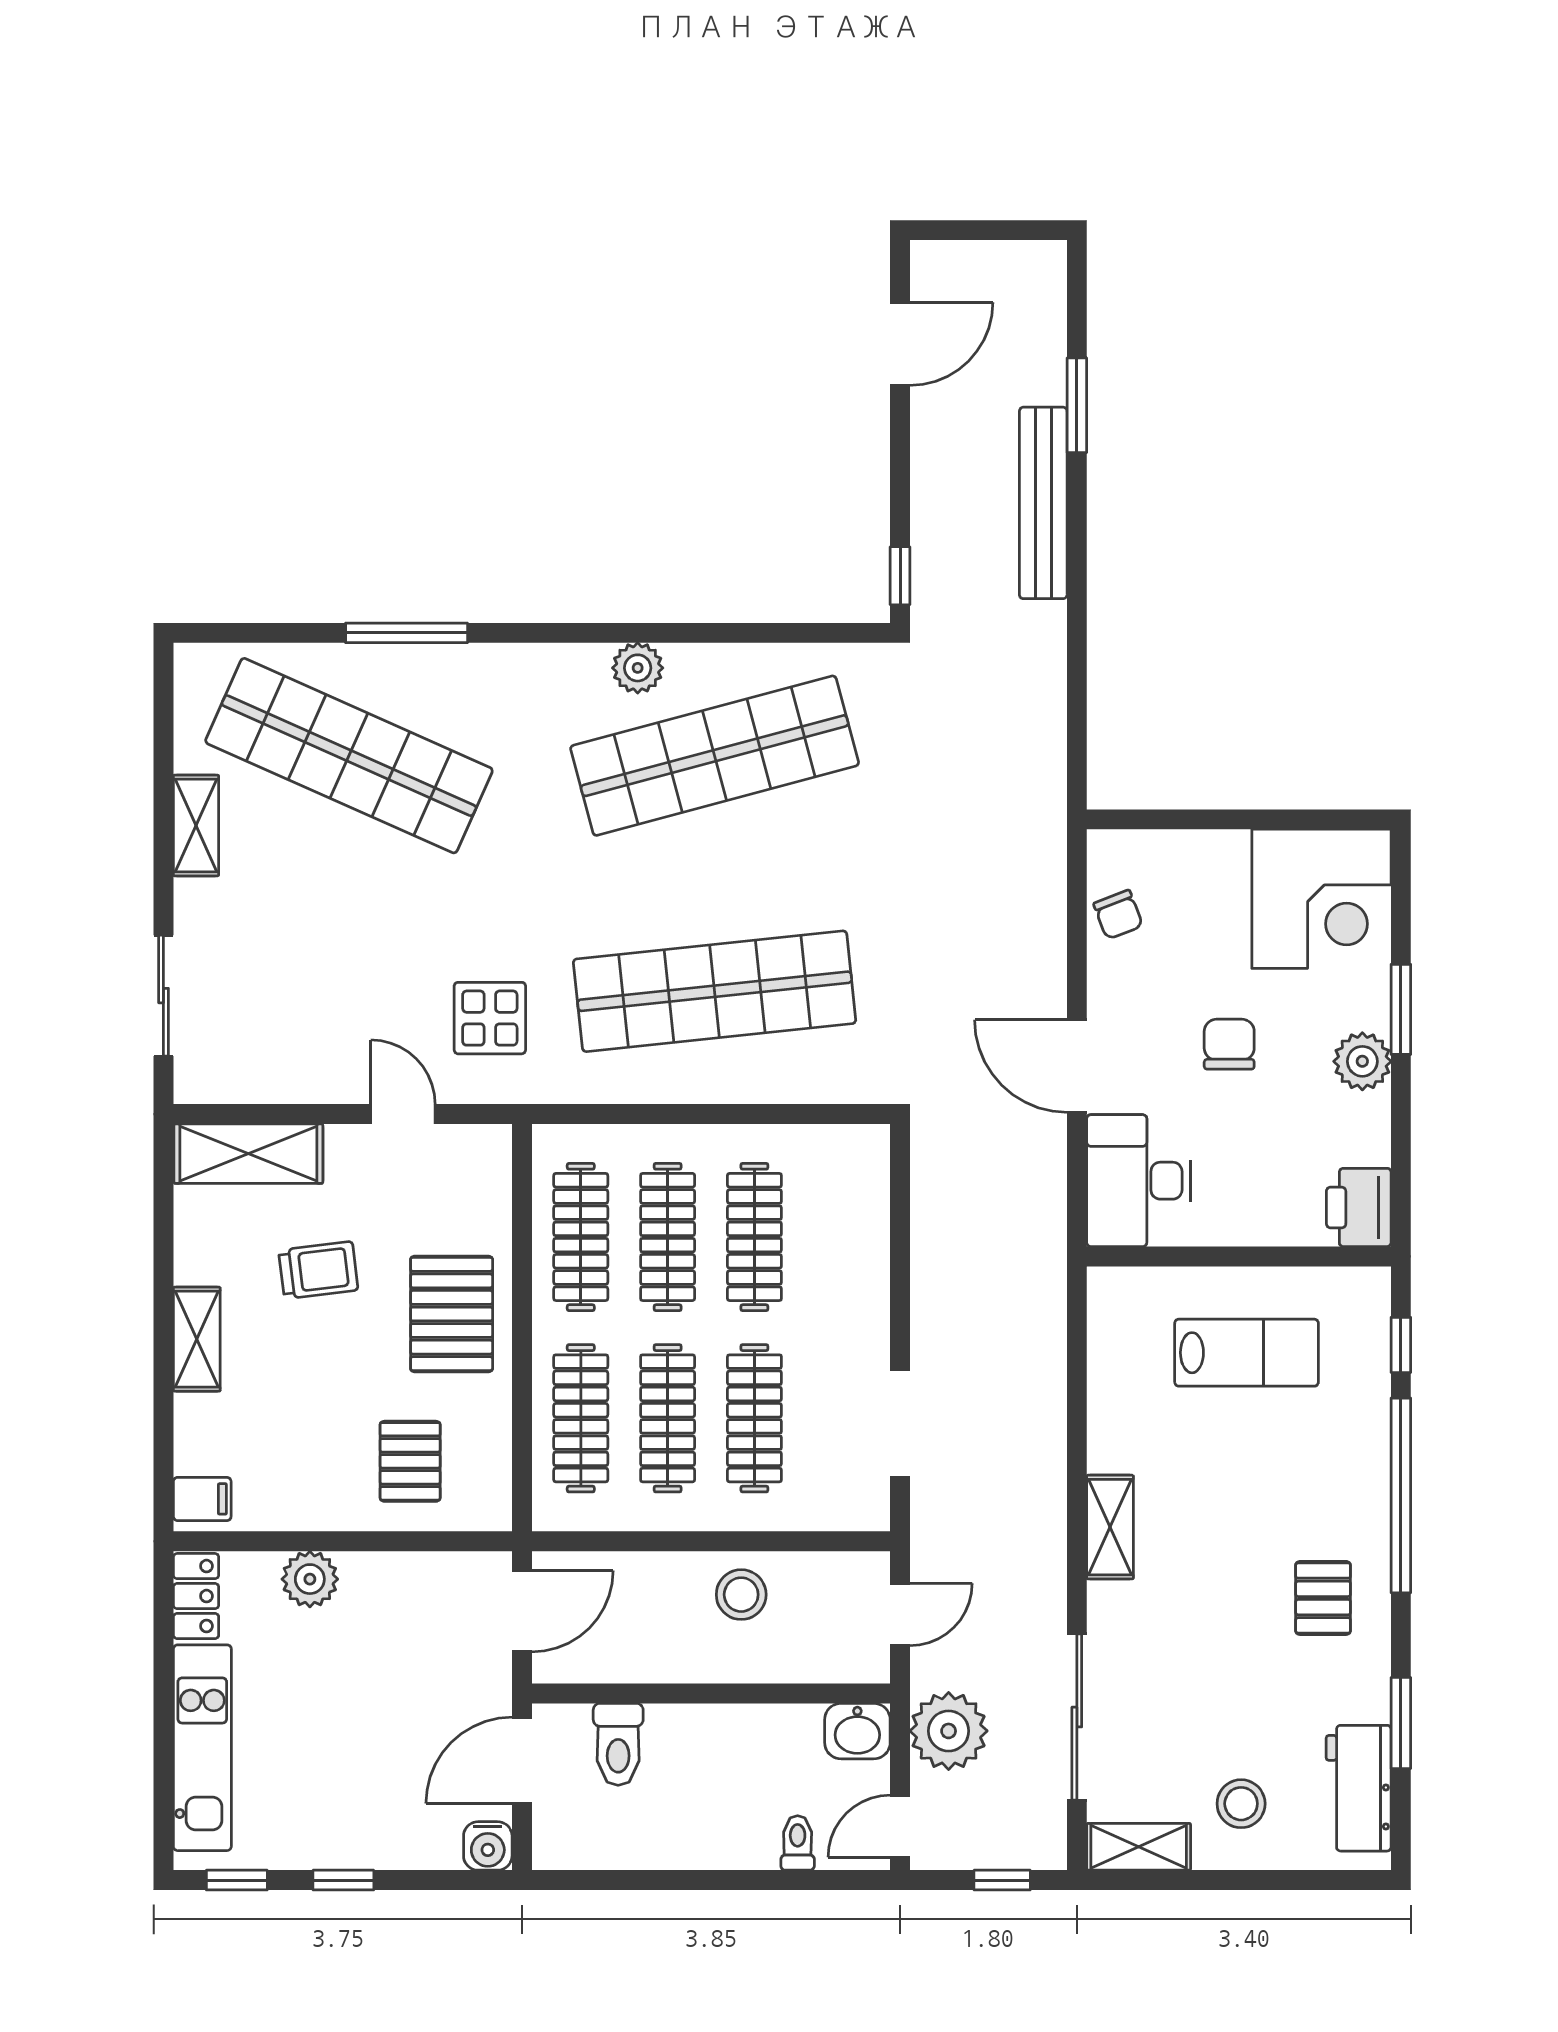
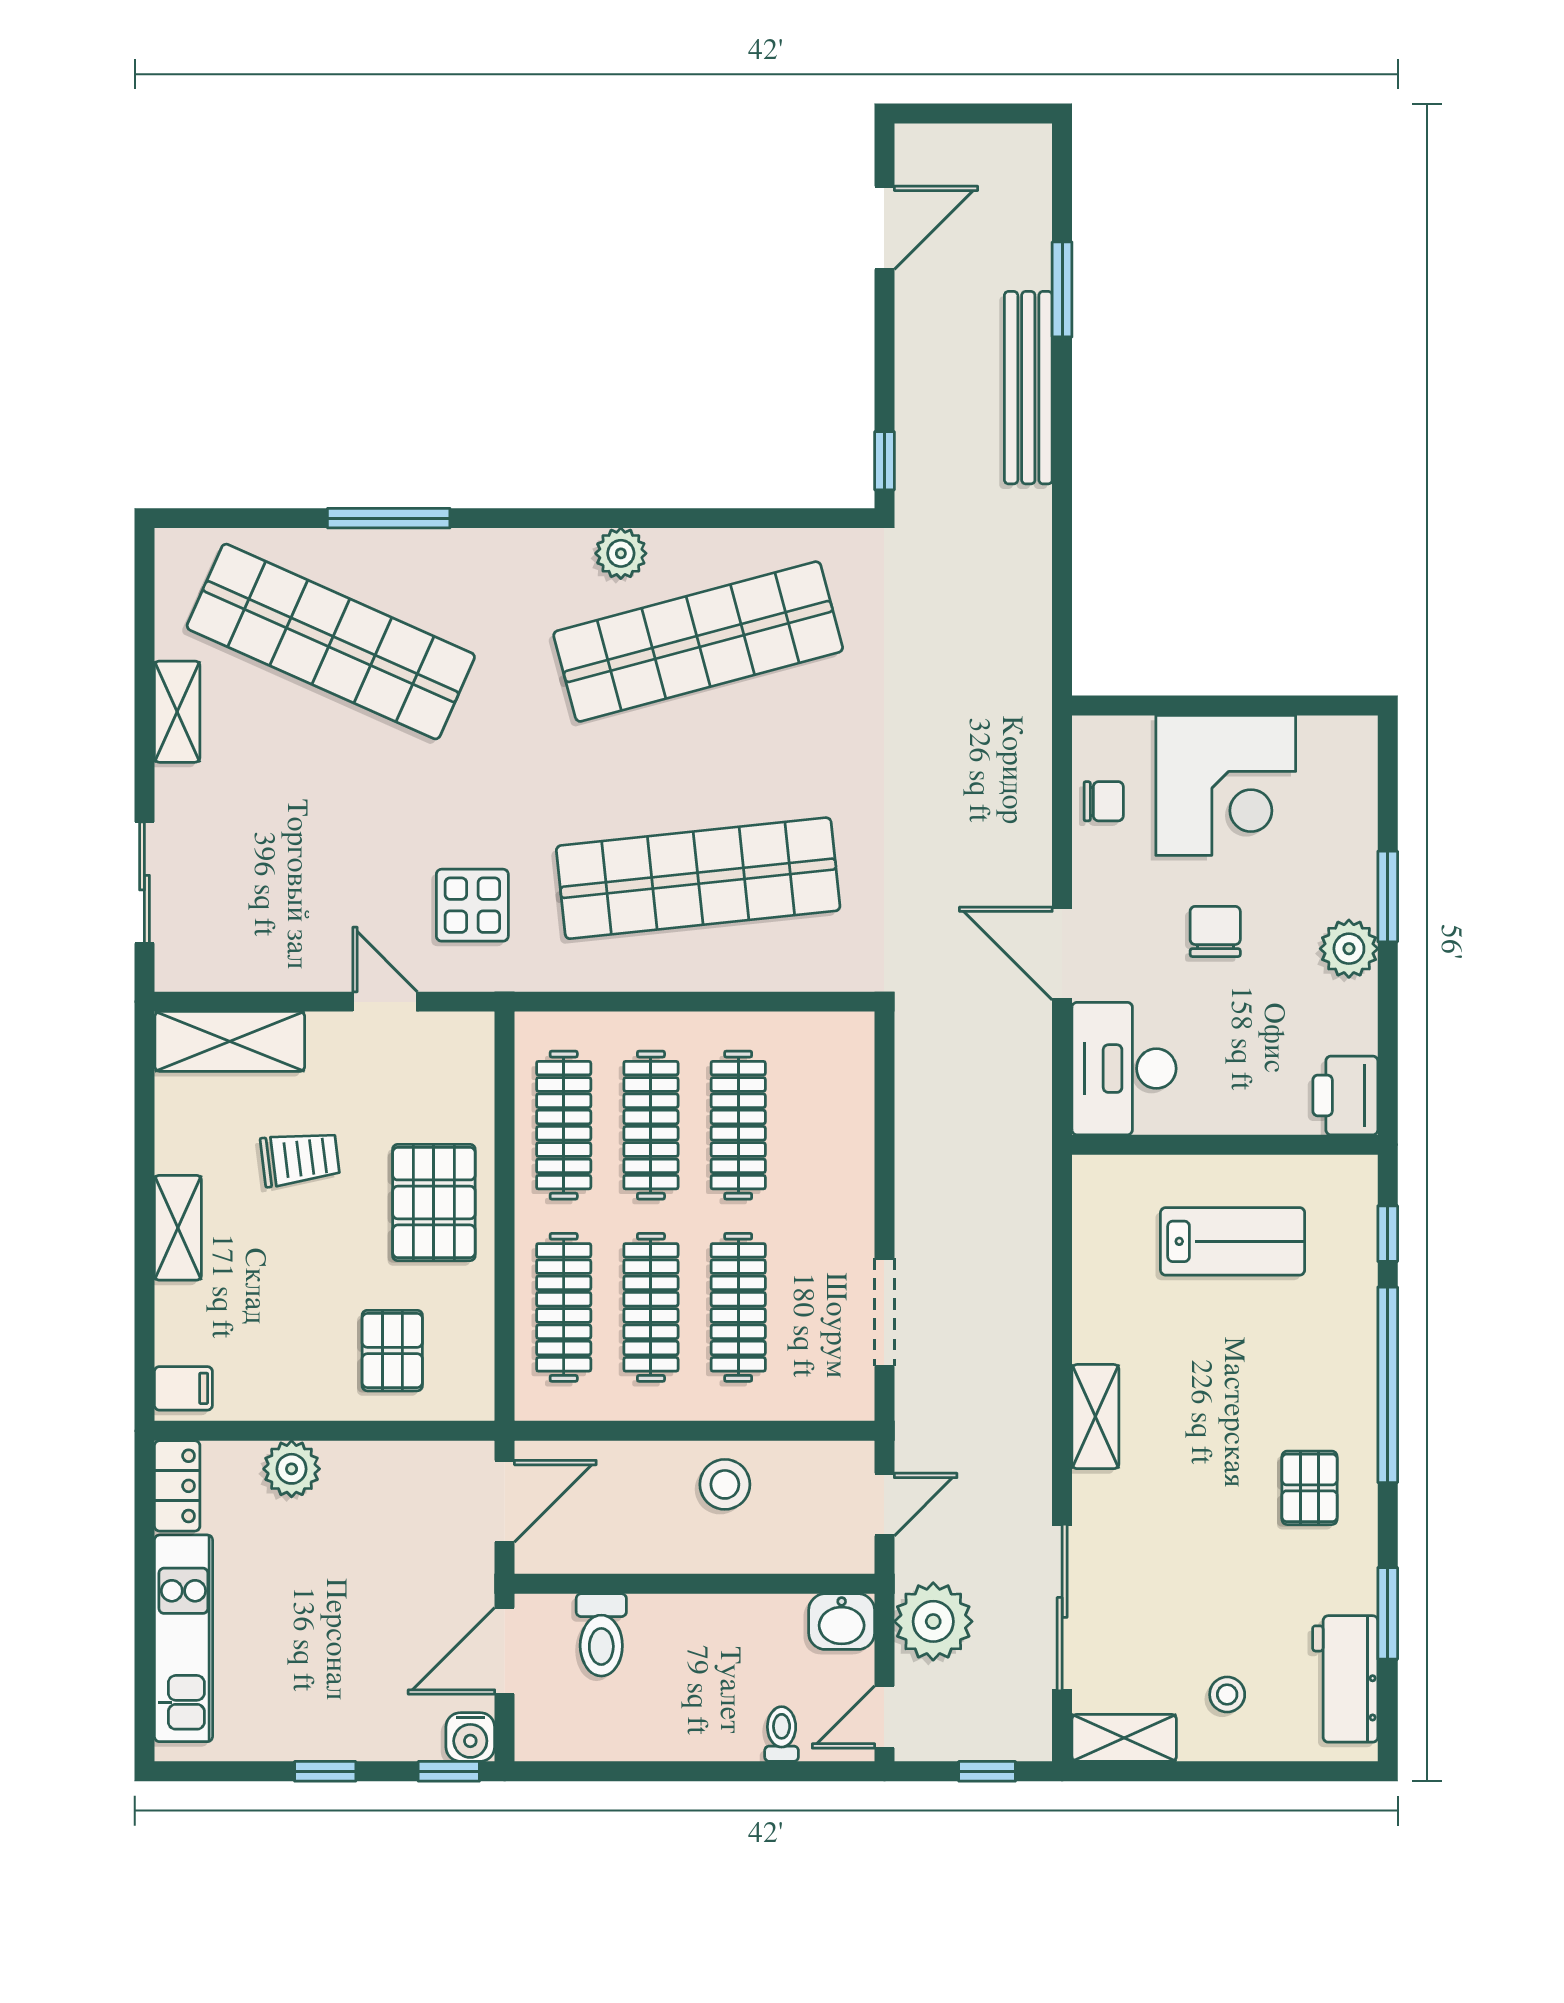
corner desk: (1321, 899) -> (1226, 785), moved
chair: (1118, 915) -> (1104, 801), turned -69
stool: (1241, 1804) -> (1227, 1695), width x0.73, depth x0.73
window: (237, 1880) -> (449, 1771), moved

